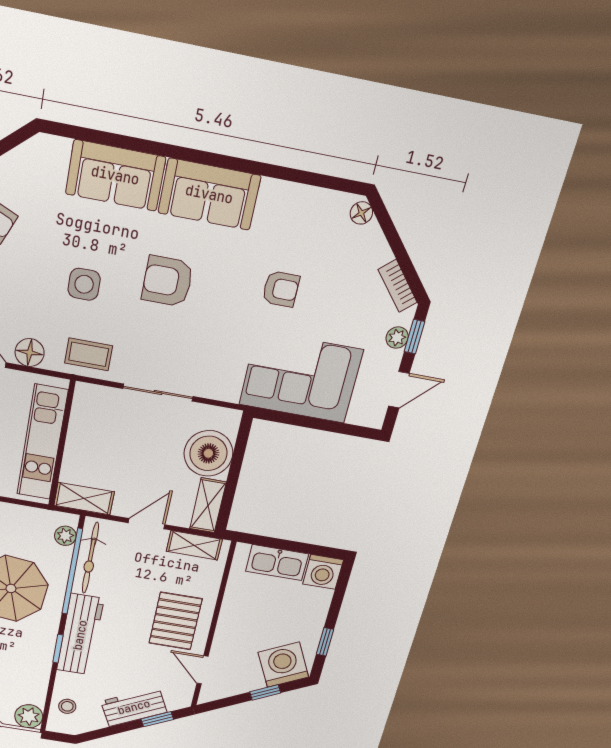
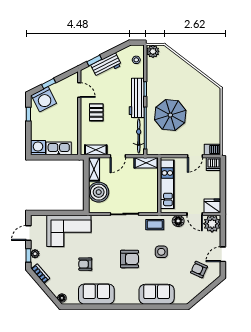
sofa: (209, 194) -> (96, 294), moved
plant: (65, 536) -> (151, 144), removed
pallet: (175, 621) -> (96, 112), width x0.67, depth x0.71

